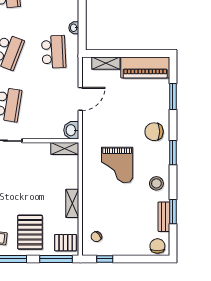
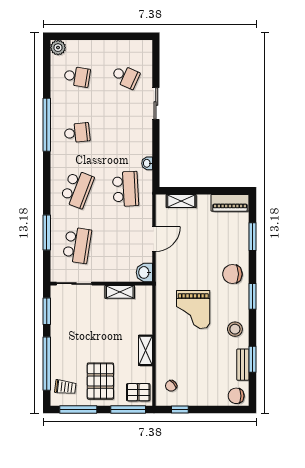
piano: (145, 67) -> (230, 203), width x0.73, depth x0.75
shelving: (65, 148) -> (120, 292), moved
chair: (157, 246) -> (236, 396), turned -90

